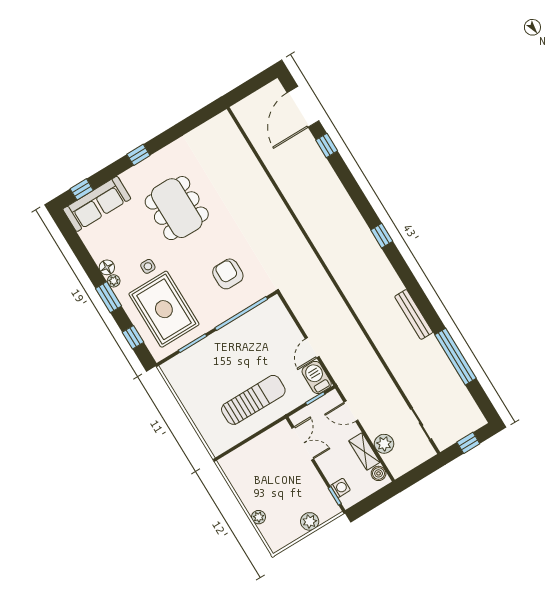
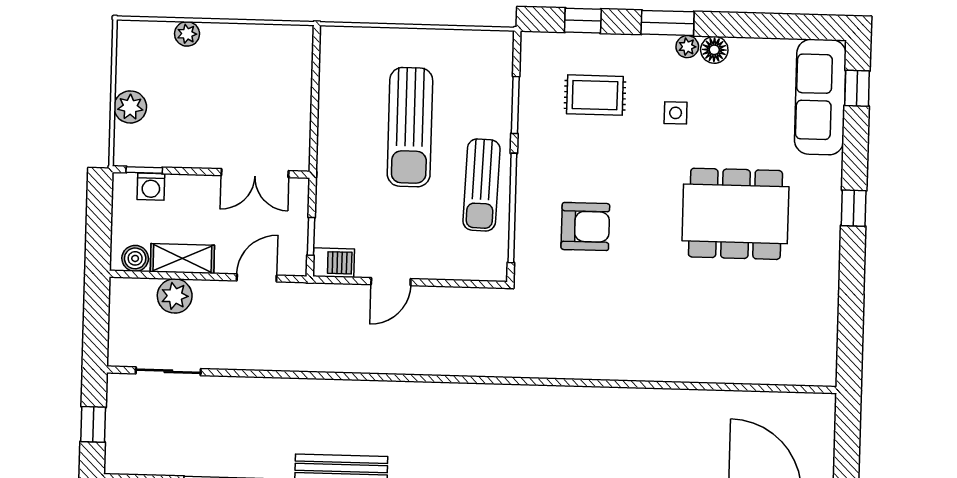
rug: (164, 309) -> (595, 95), width x0.54, depth x0.49
sun lounger: (240, 335) -> (481, 185), added
door: (312, 348) -> (391, 282), swing flipped
barbecue: (317, 377) -> (334, 263), width x0.73, depth x0.79
sun lounger: (253, 400) -> (410, 127), moved

